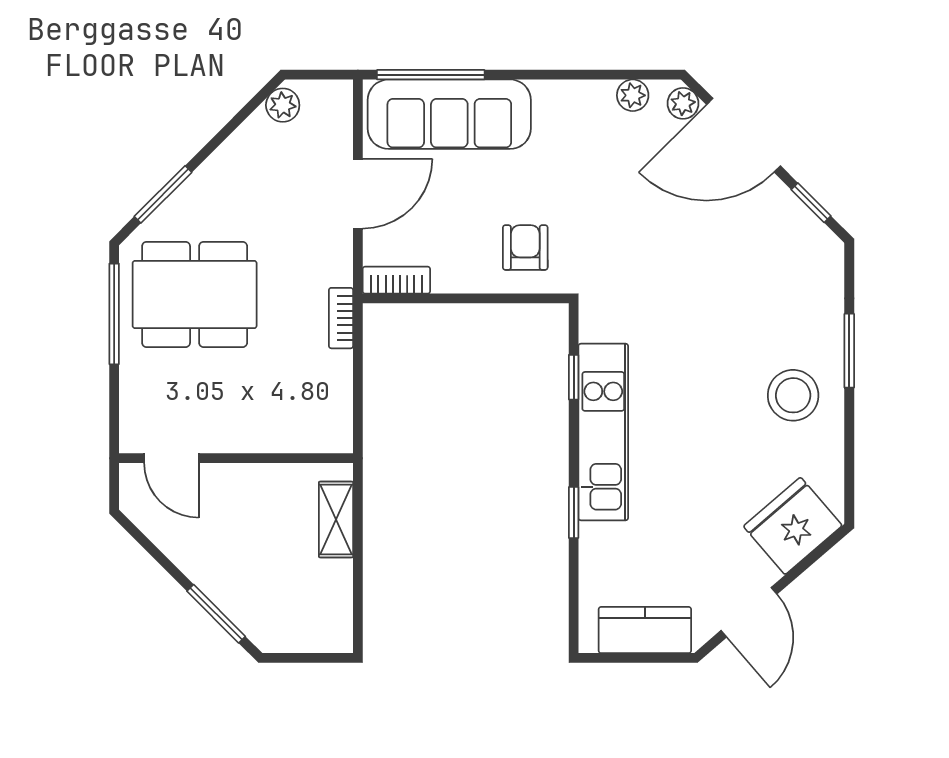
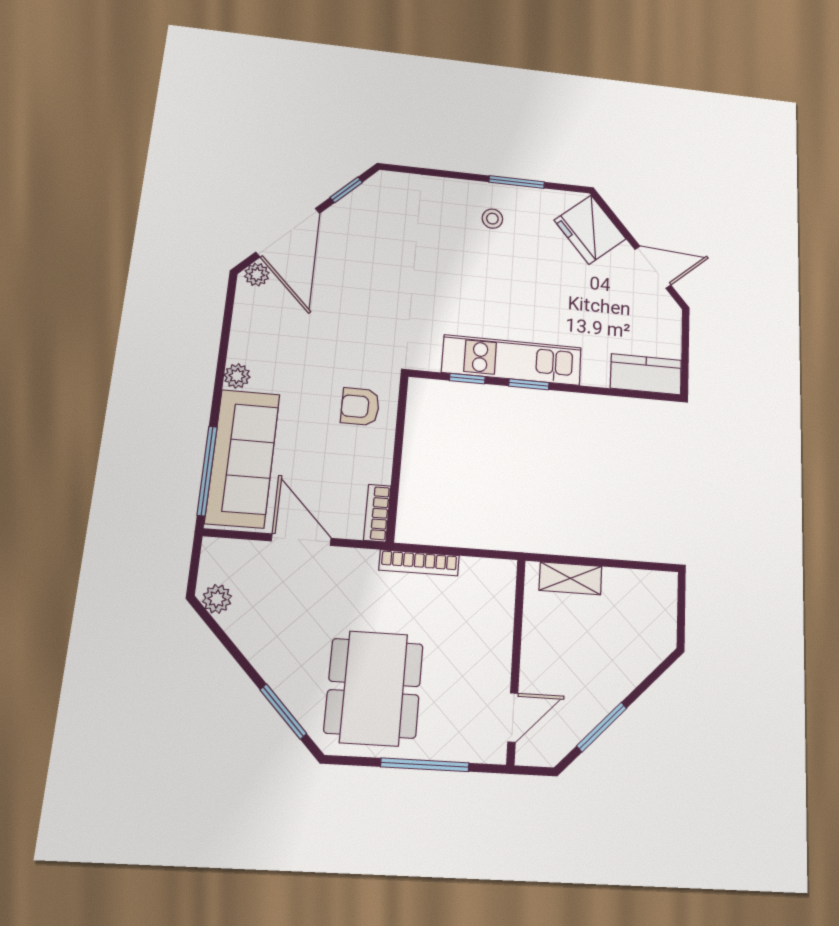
plant: (633, 95) -> (237, 376), moved
window: (114, 314) -> (425, 765), moved
bookcase: (341, 318) -> (419, 563), width x1.56
window: (849, 351) -> (517, 182), moved
stool: (793, 395) -> (492, 219), width x0.53, depth x0.53
window: (574, 513) -> (529, 384), moved
window: (216, 614) -> (602, 727), moved
kitchen counter: (645, 630) -> (646, 374), moved, turned 90

